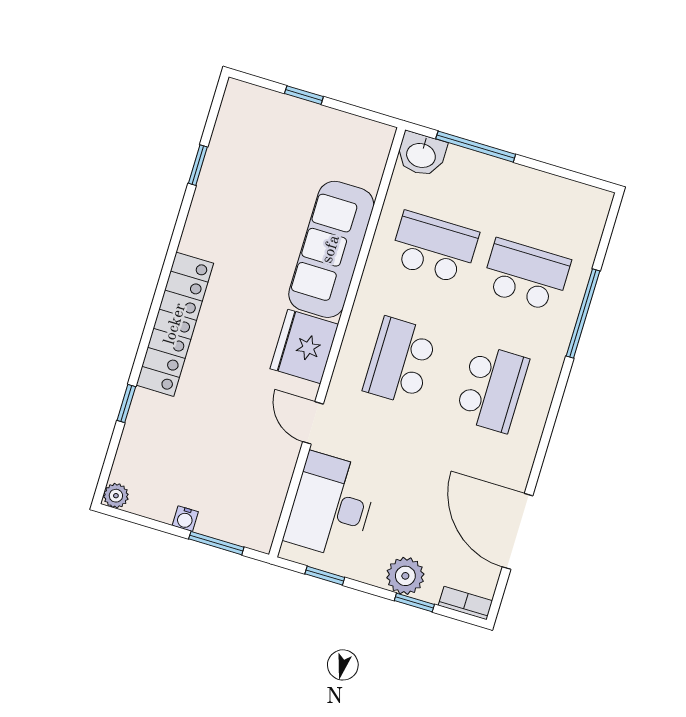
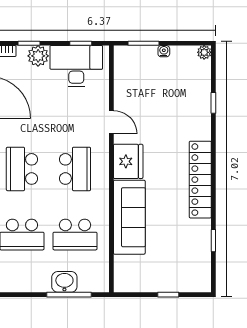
washbasin: (421, 154) -> (64, 282), moved
locker: (175, 324) -> (200, 180), moved
desk: (331, 506) -> (76, 66), moved, turned -90

